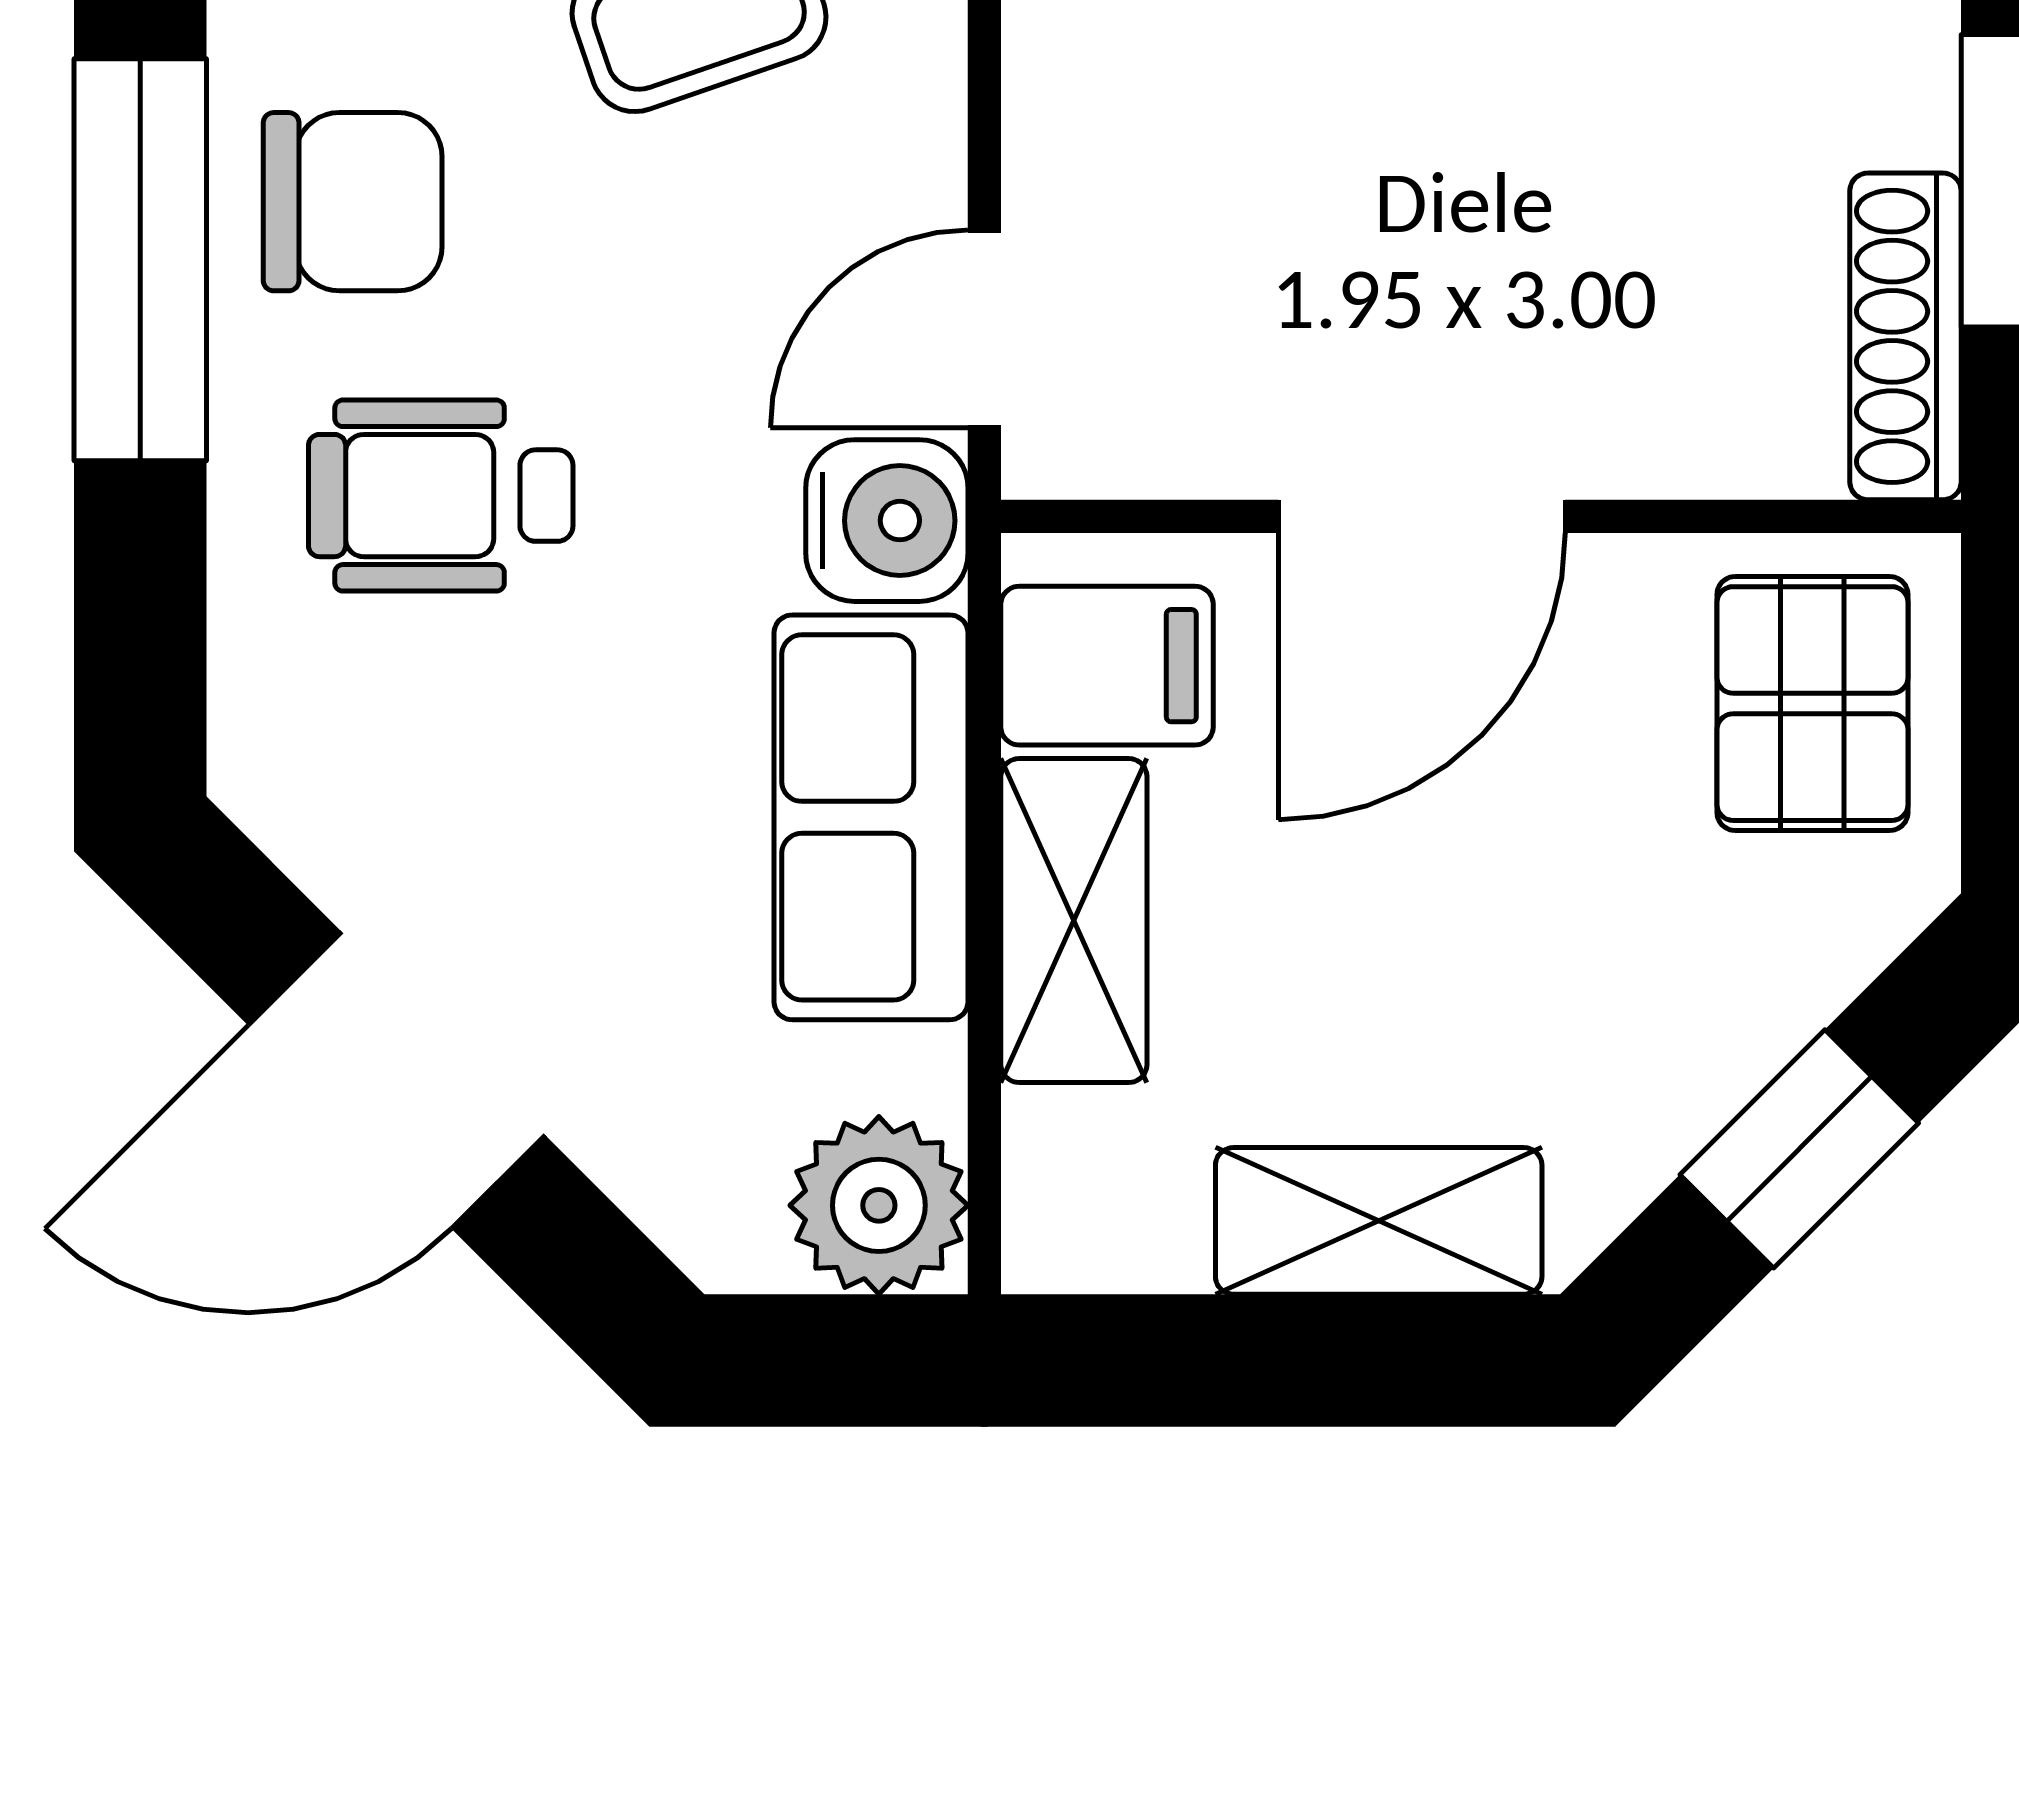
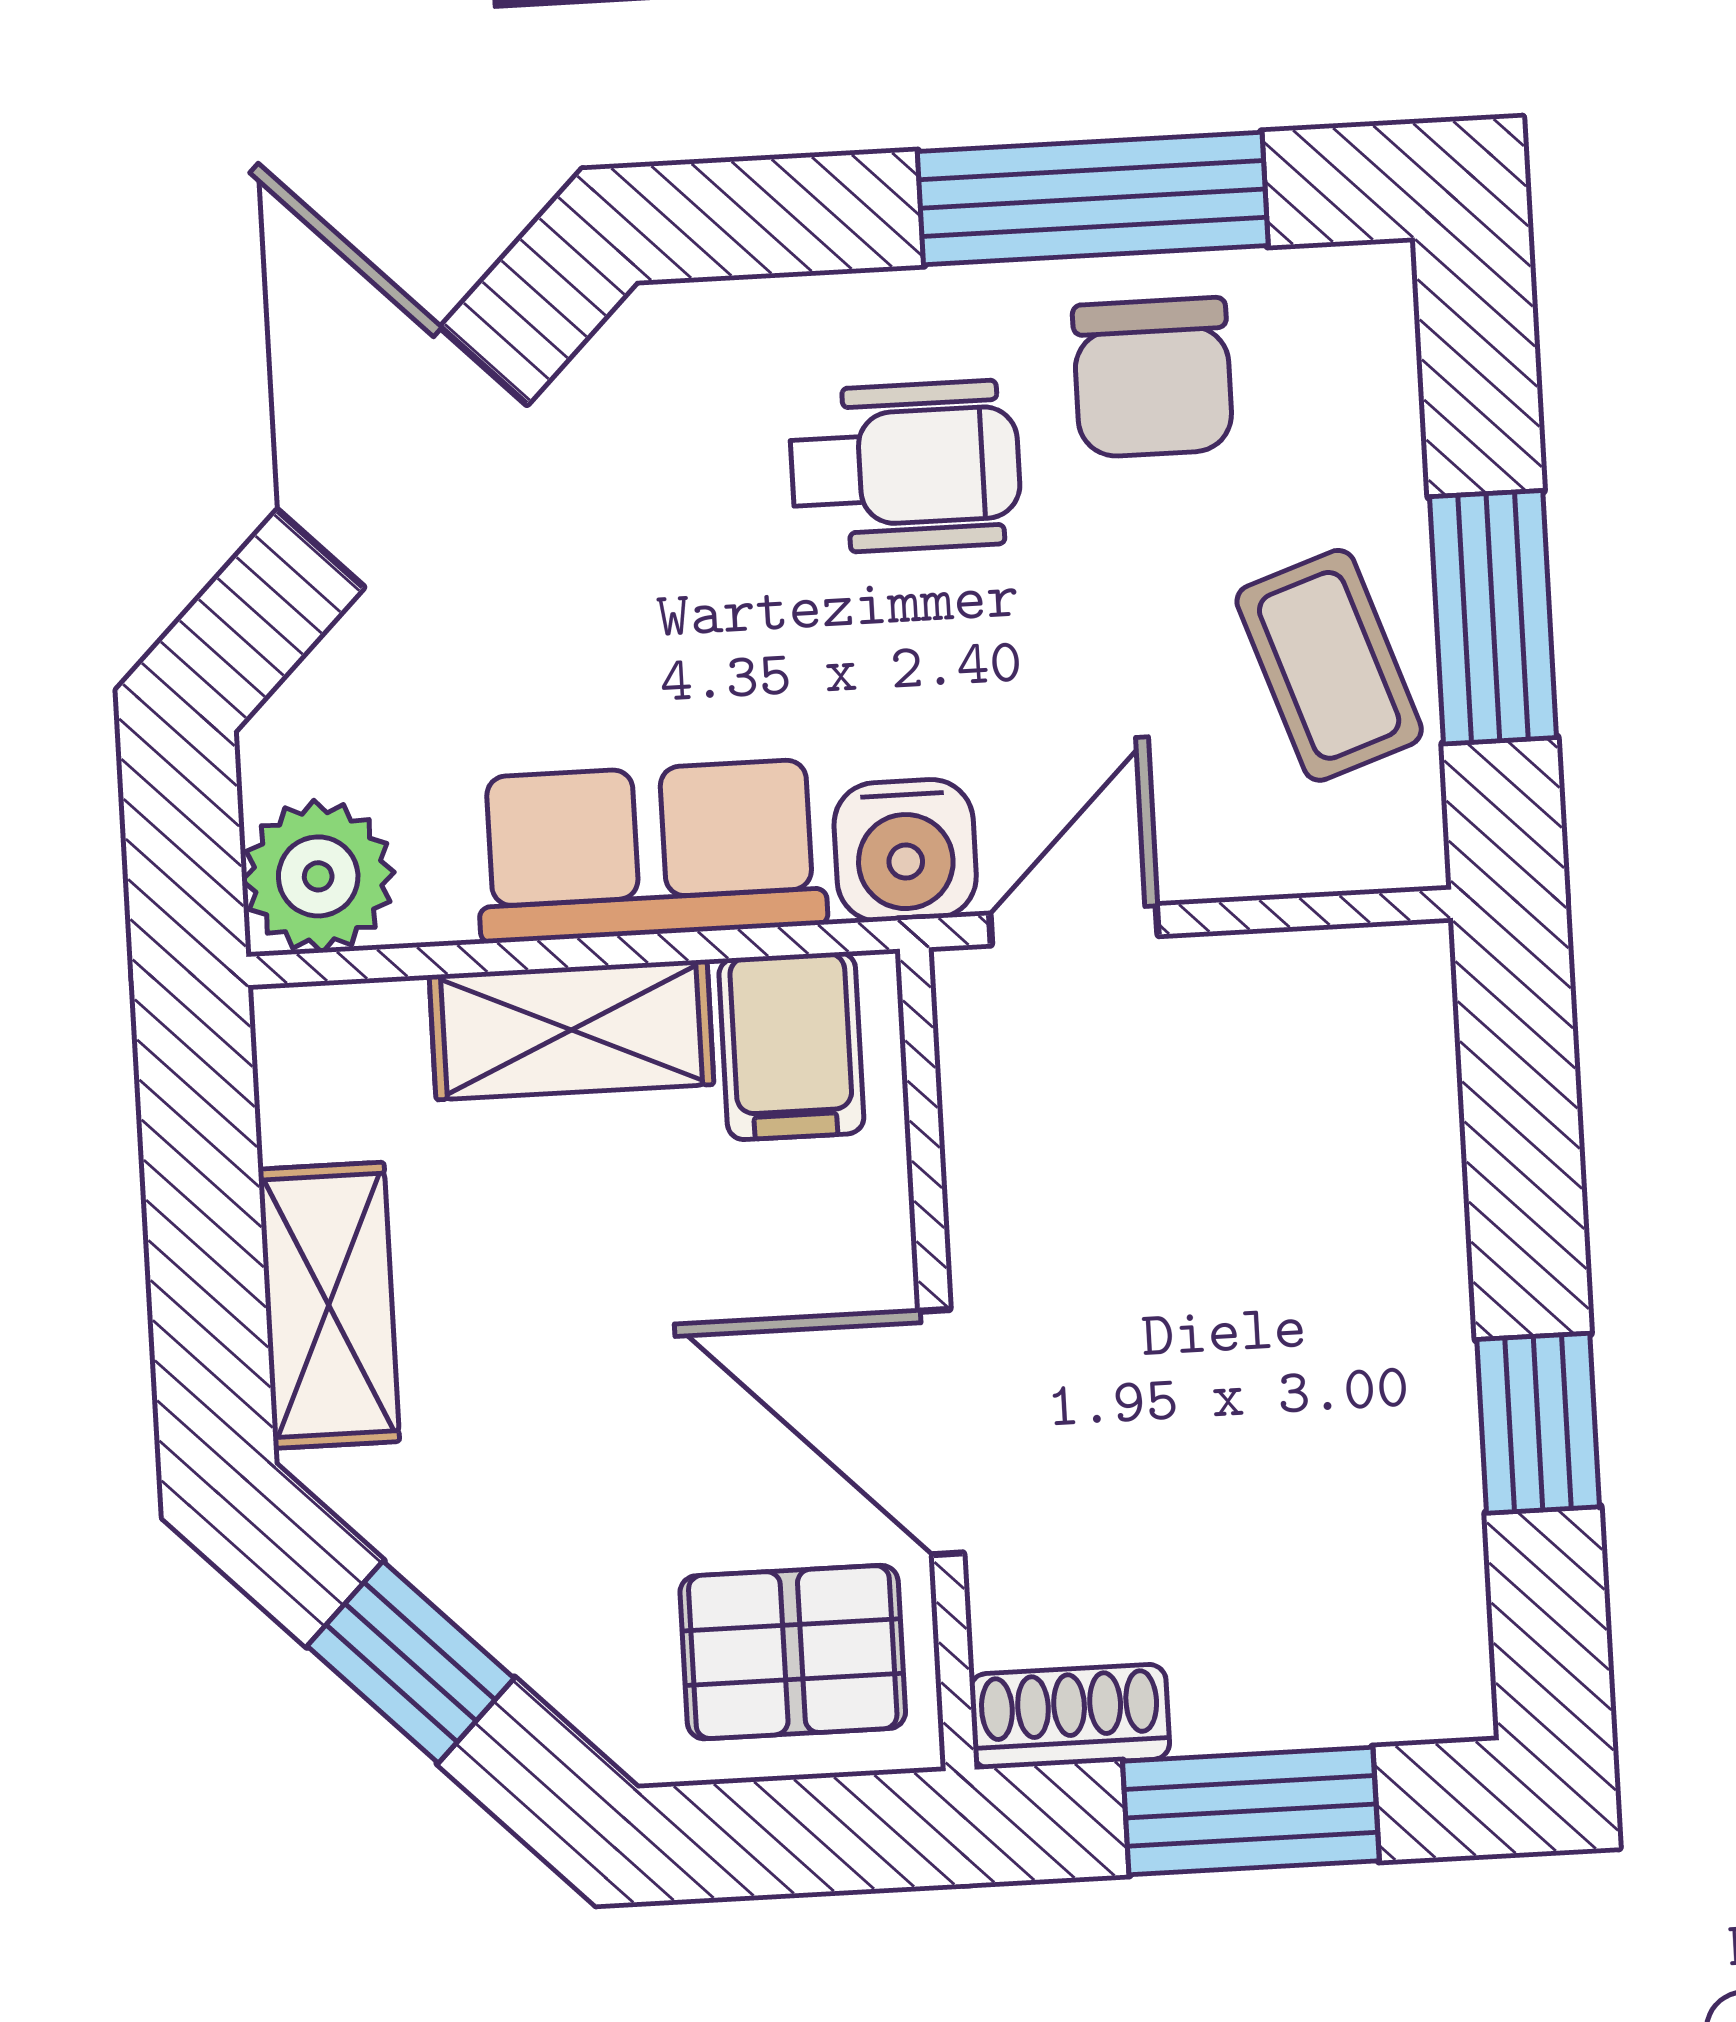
door: (984, 329) -> (1074, 925), hinge flipped
shoe rack: (1905, 336) -> (1070, 1716), width x0.70
wheelchair: (441, 496) -> (905, 467), turned 90
door: (1422, 516) -> (941, 1432), moved

